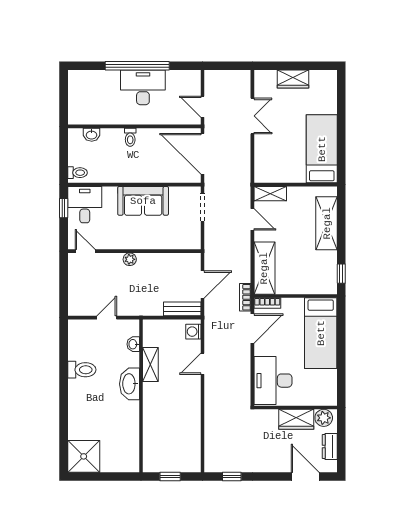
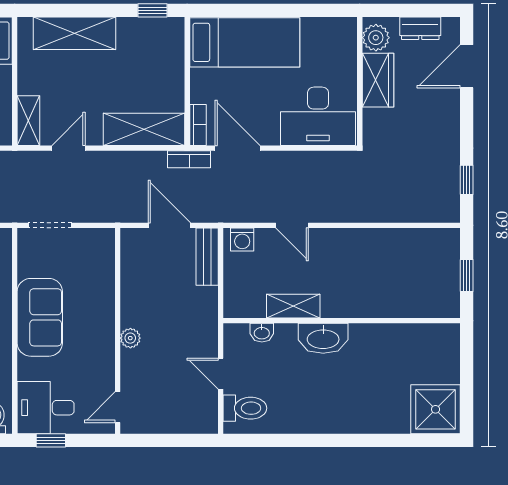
toilet: (82, 370) -> (245, 408), moved, turned 90

